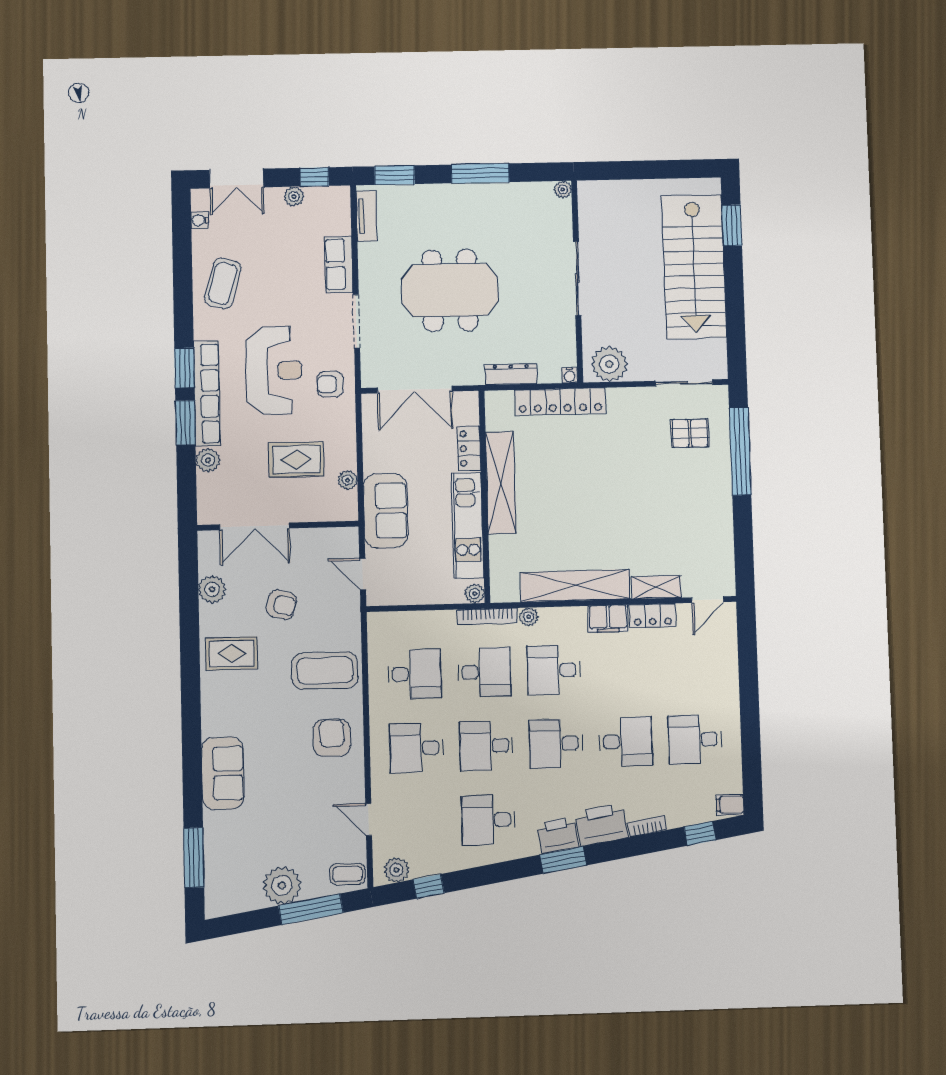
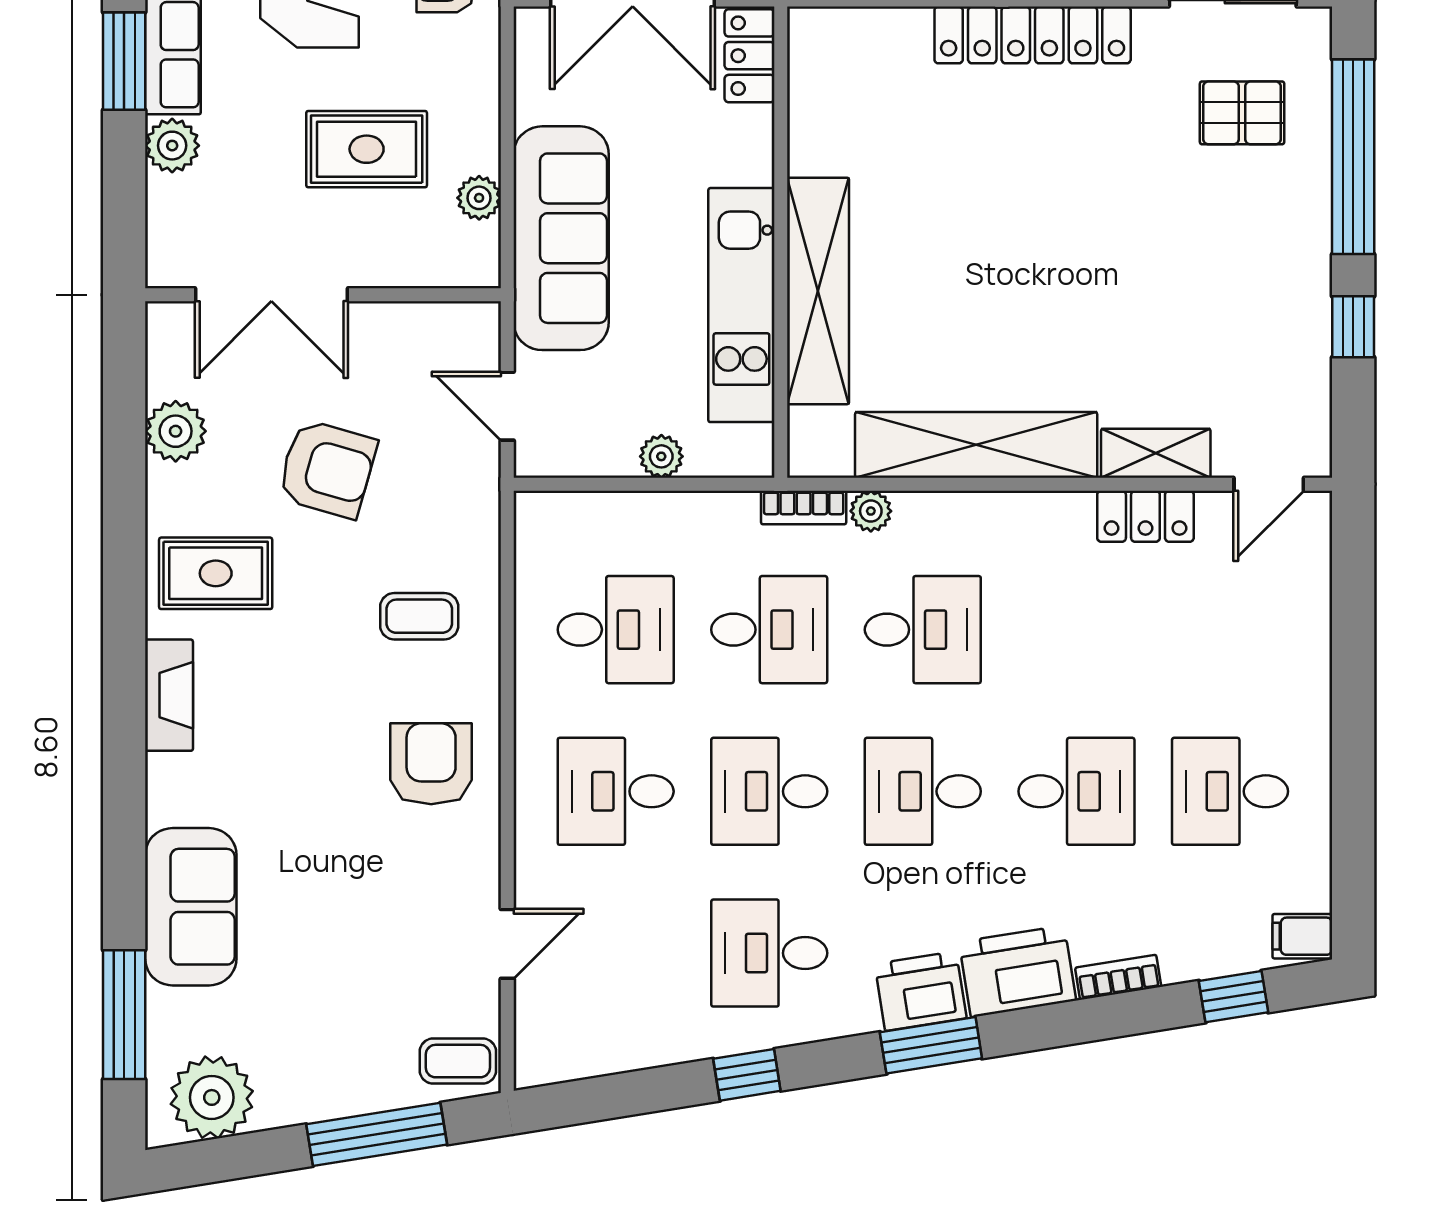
locker: (560, 402) -> (1033, 35), moved
locker: (469, 448) -> (750, 56), moved
shelving: (501, 483) -> (818, 291), moved
sofa: (386, 511) -> (561, 238), width x1.36
window: (743, 528) -> (1353, 327), added
plant: (475, 594) -> (661, 456), moved
armchair: (281, 605) -> (327, 469), width x1.38, depth x1.38
bookcase: (487, 616) -> (804, 507), width x0.64
filing cabinet: (608, 619) -> (1046, 520), removed
desk: (554, 670) -> (923, 630), turned 180
coffee table: (325, 671) -> (419, 616), width x0.54, depth x0.58
fireplace: (211, 710) -> (169, 695), added
sofa: (223, 773) -> (191, 907), moved
door: (369, 819) -> (507, 944), swing flipped
plant: (396, 870) -> (565, 1055), removed
plant: (282, 885) -> (212, 1097), moved
window: (429, 886) -> (747, 1075), moved

